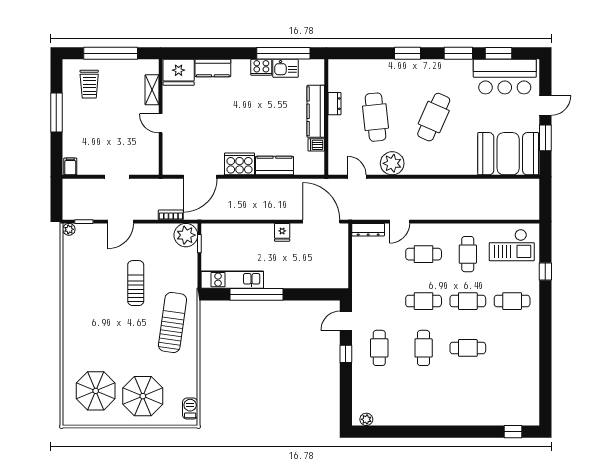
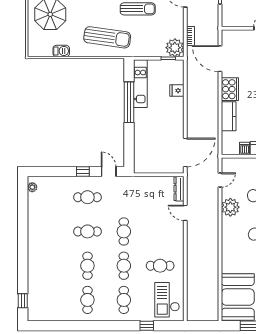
fridge: (282, 232) -> (177, 91), moved
cafe table: (424, 254) -> (87, 300), moved
barbecue: (190, 409) -> (61, 51), moved

